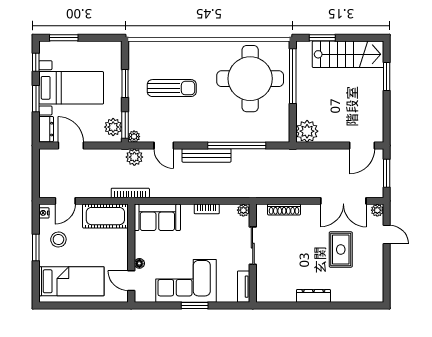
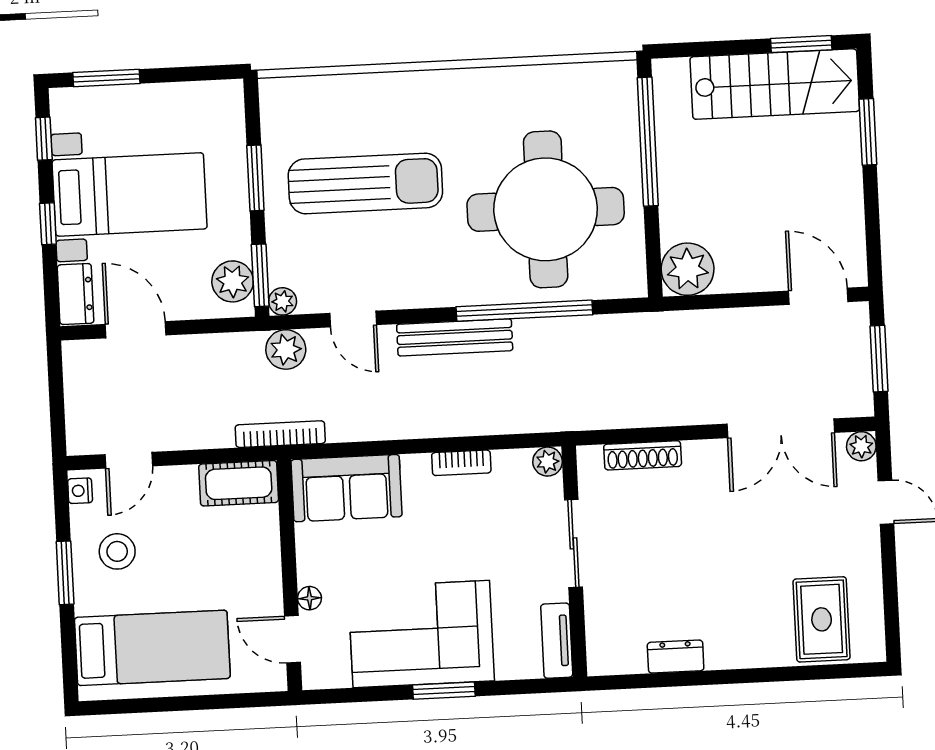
window: (322, 38) -> (801, 44), moved
round table: (250, 79) -> (546, 209), moved
sun lounger: (172, 88) -> (365, 183), width x1.36, depth x1.34
window: (36, 99) -> (48, 224), width x0.67
door: (362, 146) -> (818, 296), swing flipped
cot: (105, 216) -> (239, 483), width x0.73, depth x0.75
rug: (341, 249) -> (822, 619), moved
dresser: (313, 296) -> (676, 657), moved, width x0.70

